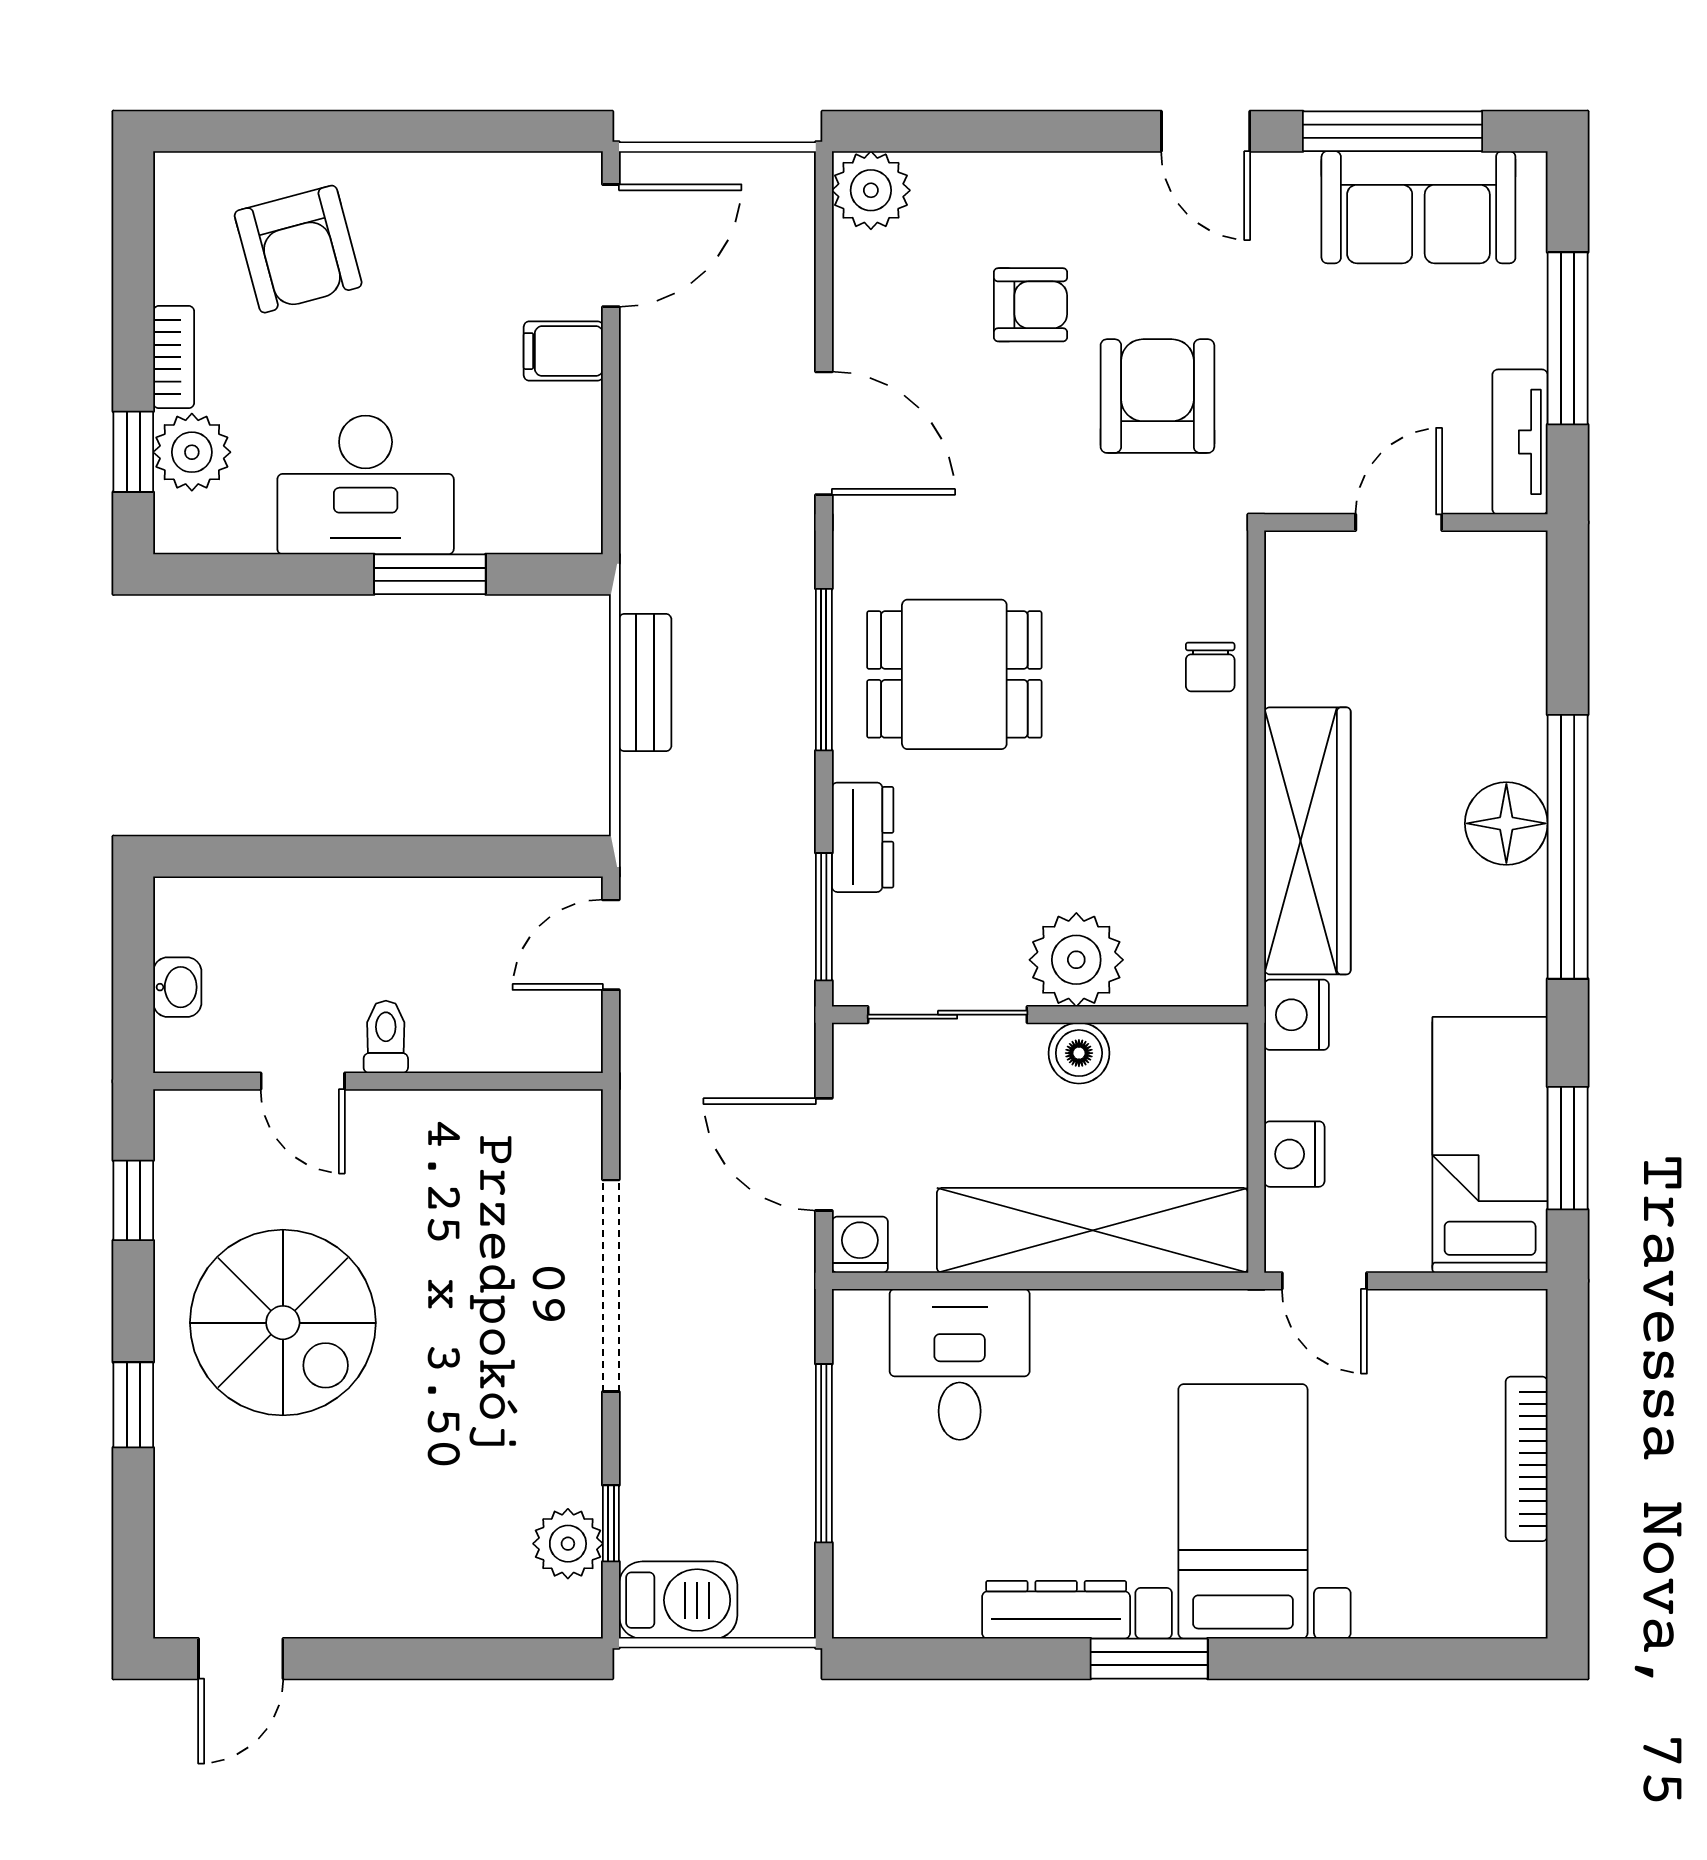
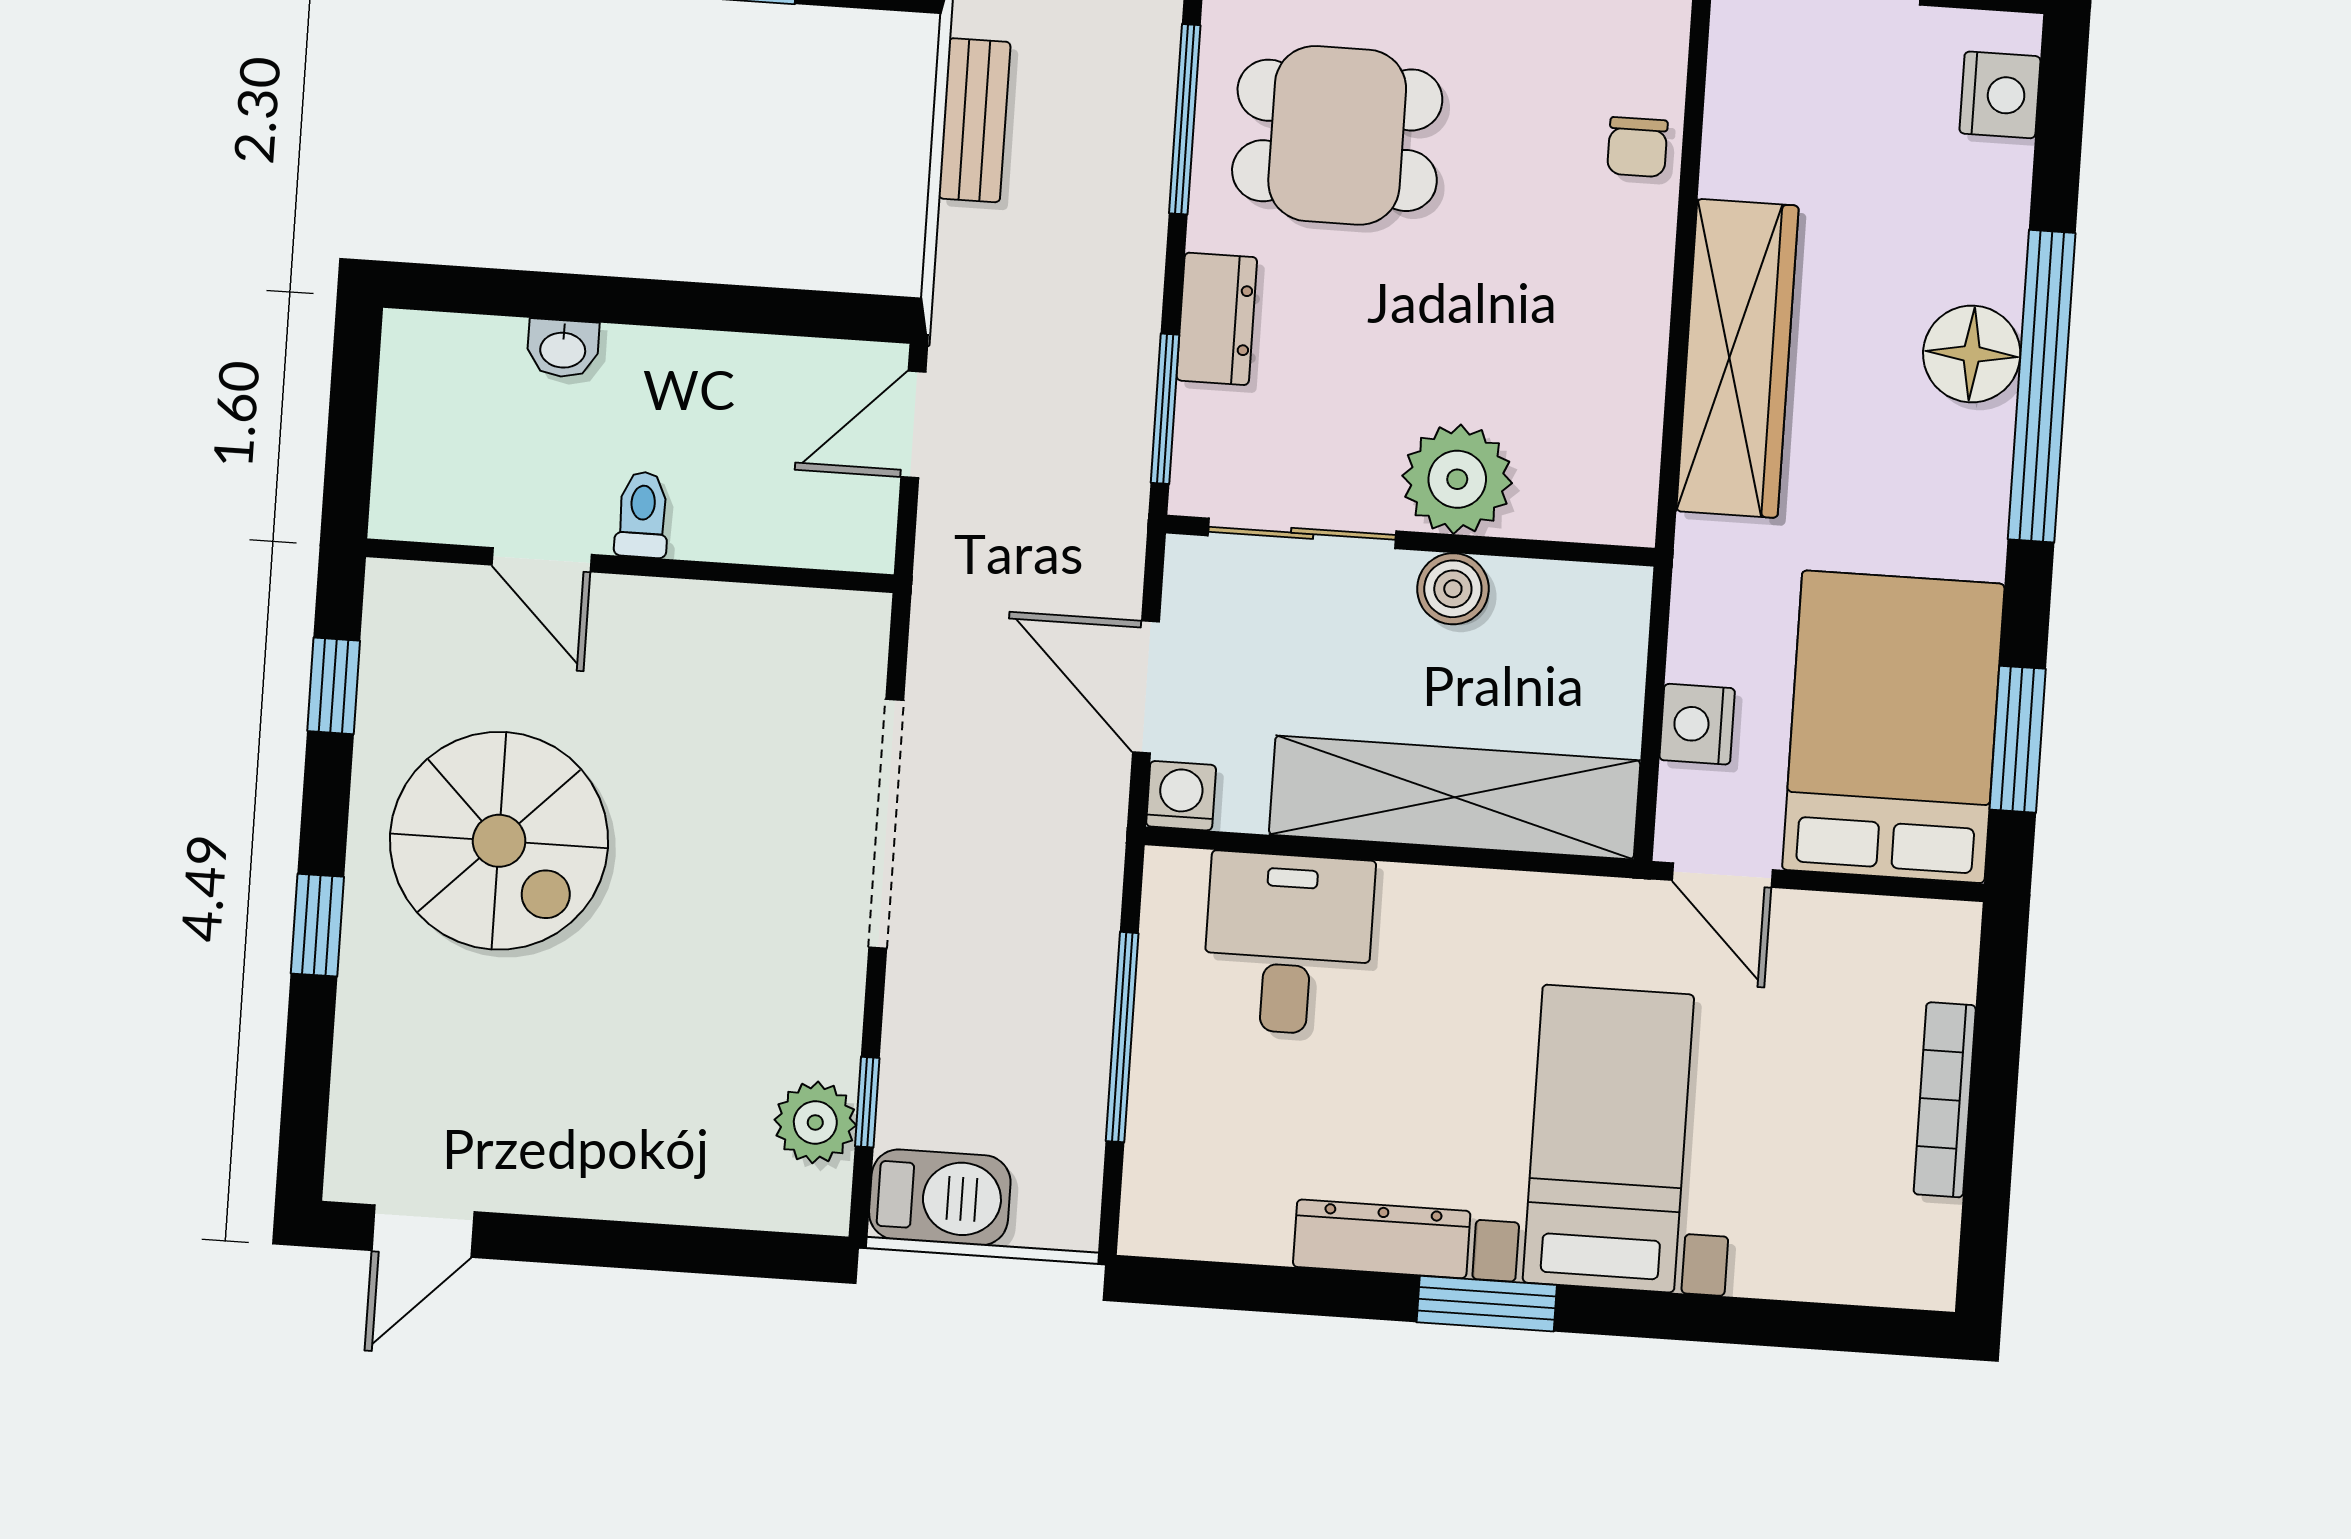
washbasin: (177, 987) -> (563, 348), moved, turned 90
nightstand: (1297, 1015) -> (2000, 95), moved, turned 180
bed: (1490, 1145) -> (1893, 727), width x1.50

